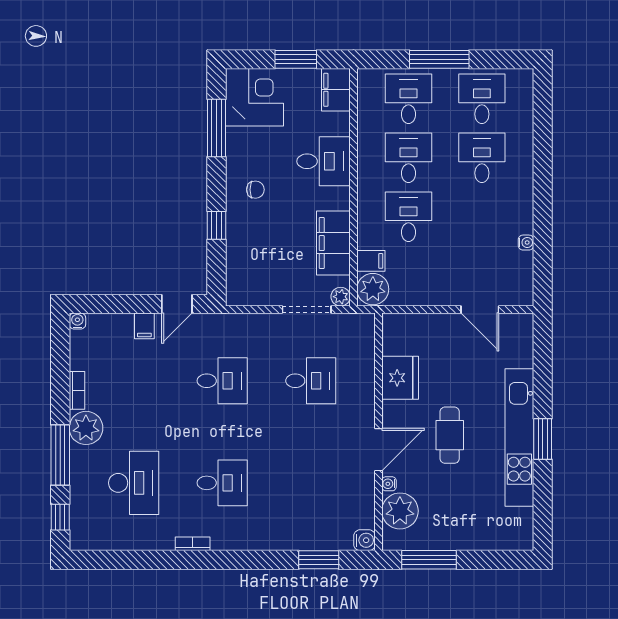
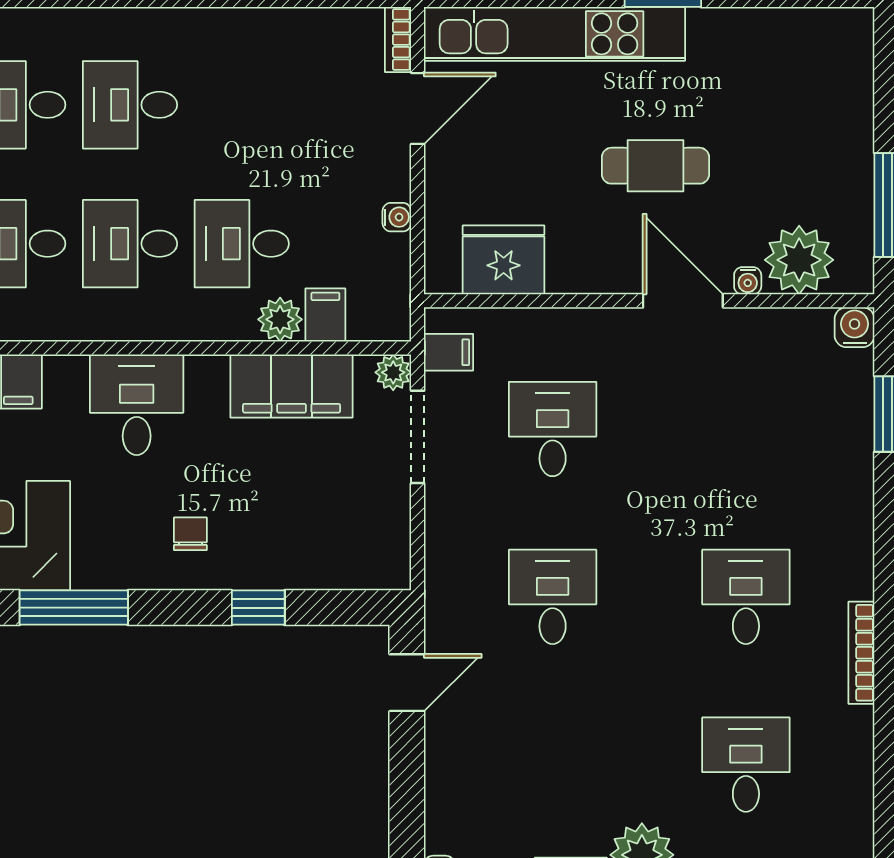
water cooler: (526, 243) -> (397, 217), moved, turned 90
plant: (373, 289) -> (280, 319), moved, width x0.73, depth x0.73
bookcase: (516, 299) -> (398, 40), added
door: (177, 304) -> (407, 683), hinge flipped
filing cabinet: (144, 326) -> (449, 352), moved
fridge: (400, 378) -> (504, 260), moved
kitchen unit: (519, 437) -> (555, 34), moved
desk: (134, 483) -> (746, 765), width x0.73
bookcase: (193, 544) -> (861, 653), width x1.56

